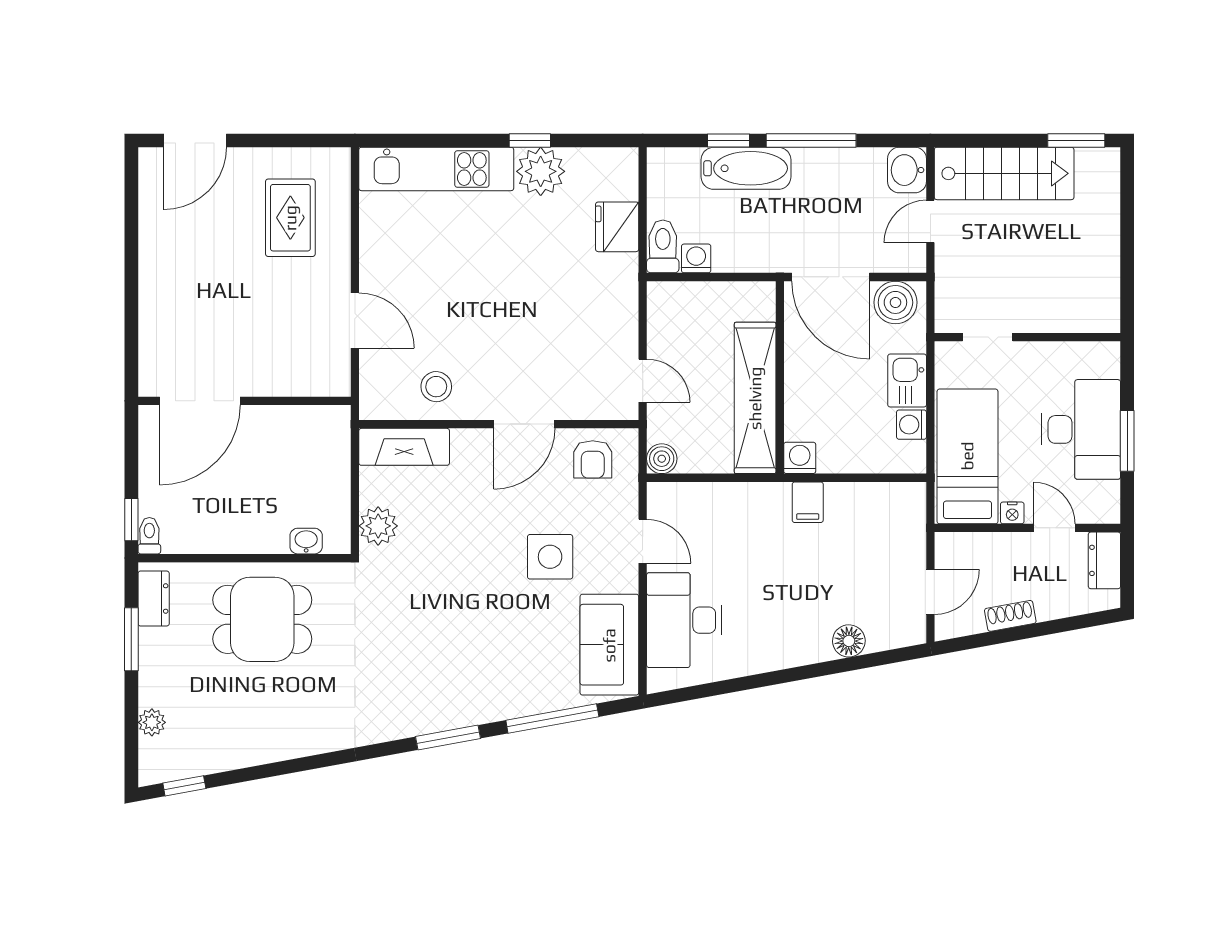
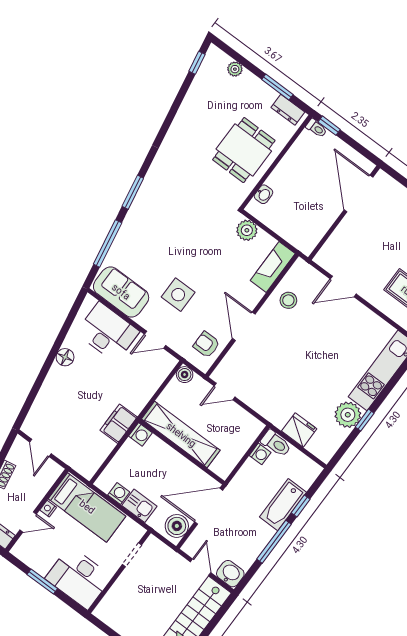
desk: (1081, 429) -> (79, 578), moved
filing cabinet: (808, 502) -> (119, 424), width x2.00
floor lamp: (849, 641) -> (65, 357), moved

